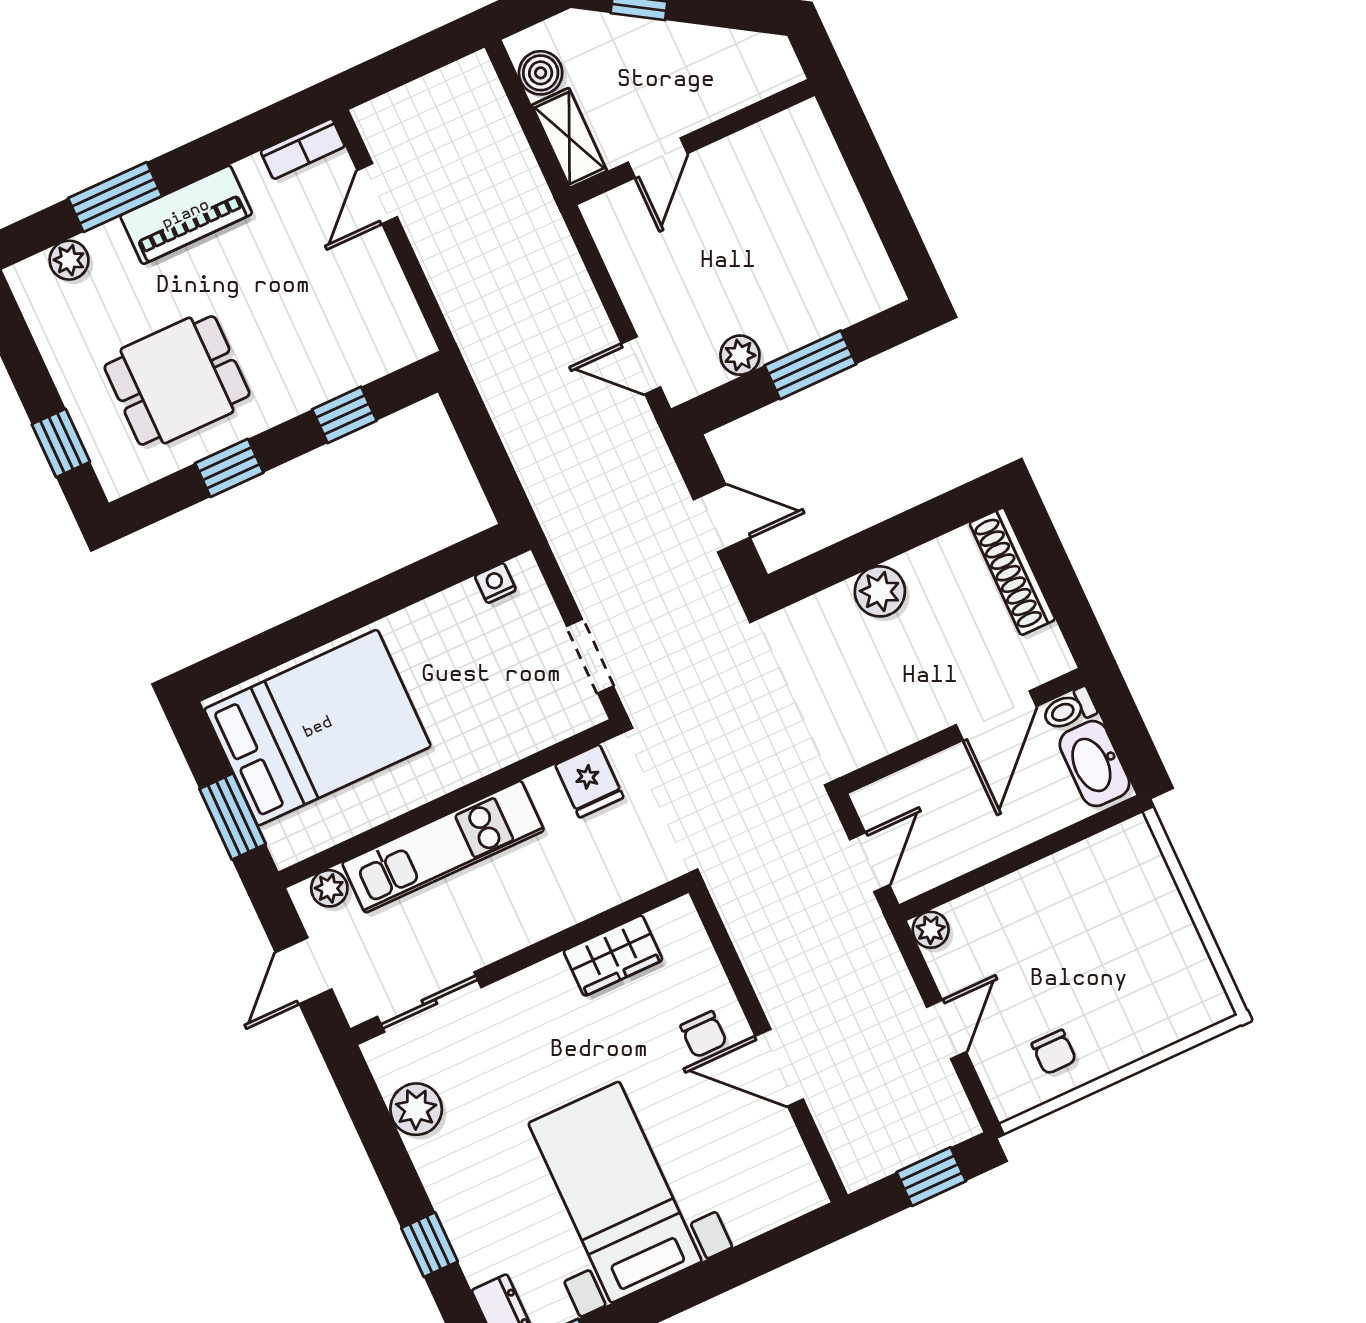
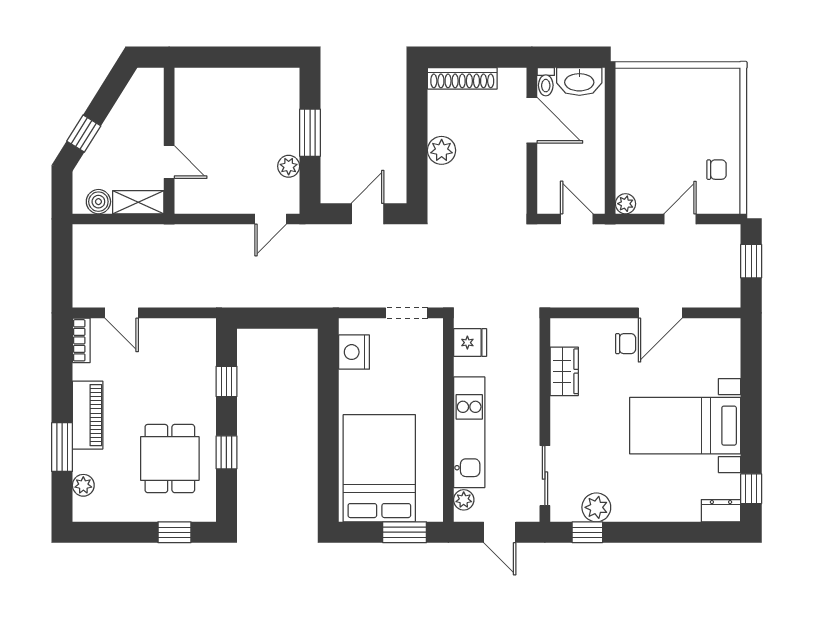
nightstand: (495, 583) -> (354, 352), width x1.89, depth x1.79
door: (947, 1030) -> (680, 219), hinge flipped
window: (430, 1245) -> (587, 532), moved

